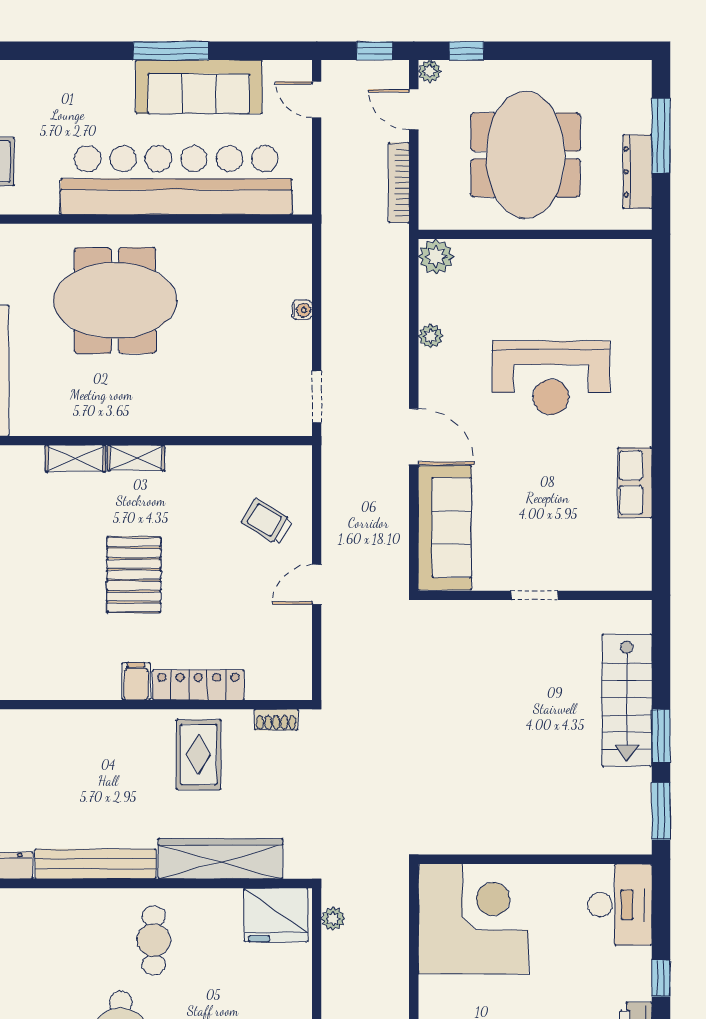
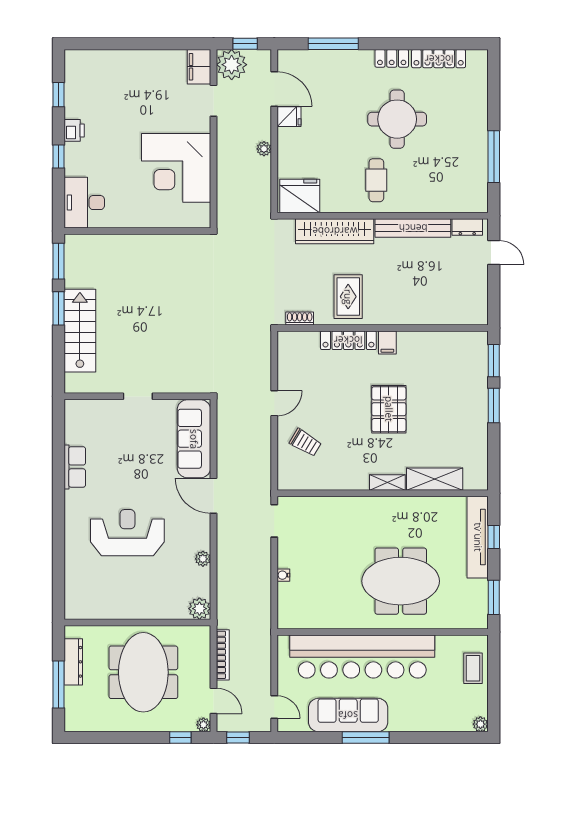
shelving: (76, 459) -> (435, 479), width x1.50, depth x1.33
plant: (333, 919) -> (264, 149), moved
corner desk: (473, 919) -> (176, 168), moved

